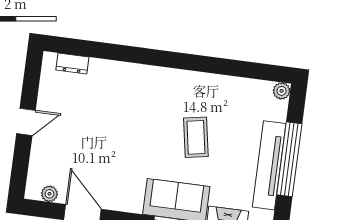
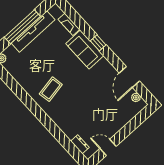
door: (26, 122) -> (108, 147), moved
coffee table: (196, 137) -> (51, 89), moved

